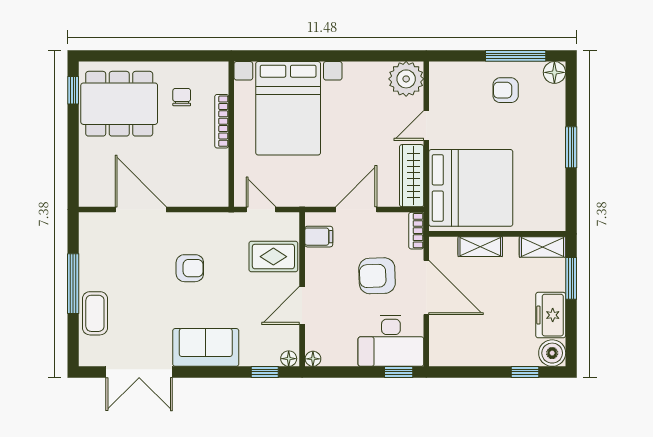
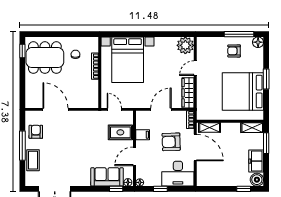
bed: (471, 188) -> (243, 92), moved, turned 180
filing cabinet: (319, 237) -> (143, 135), moved
shelving: (480, 247) -> (210, 127), moved
armchair: (190, 268) -> (36, 132), moved, turned -90
sofa: (206, 347) -> (107, 177), moved
window: (399, 372) -> (160, 189), moved

